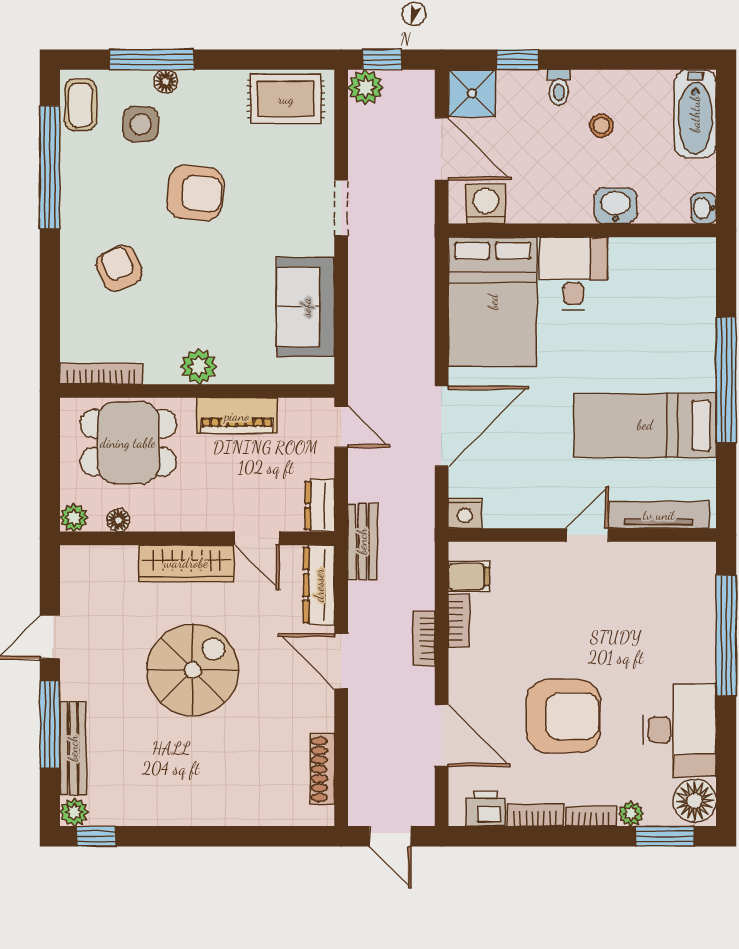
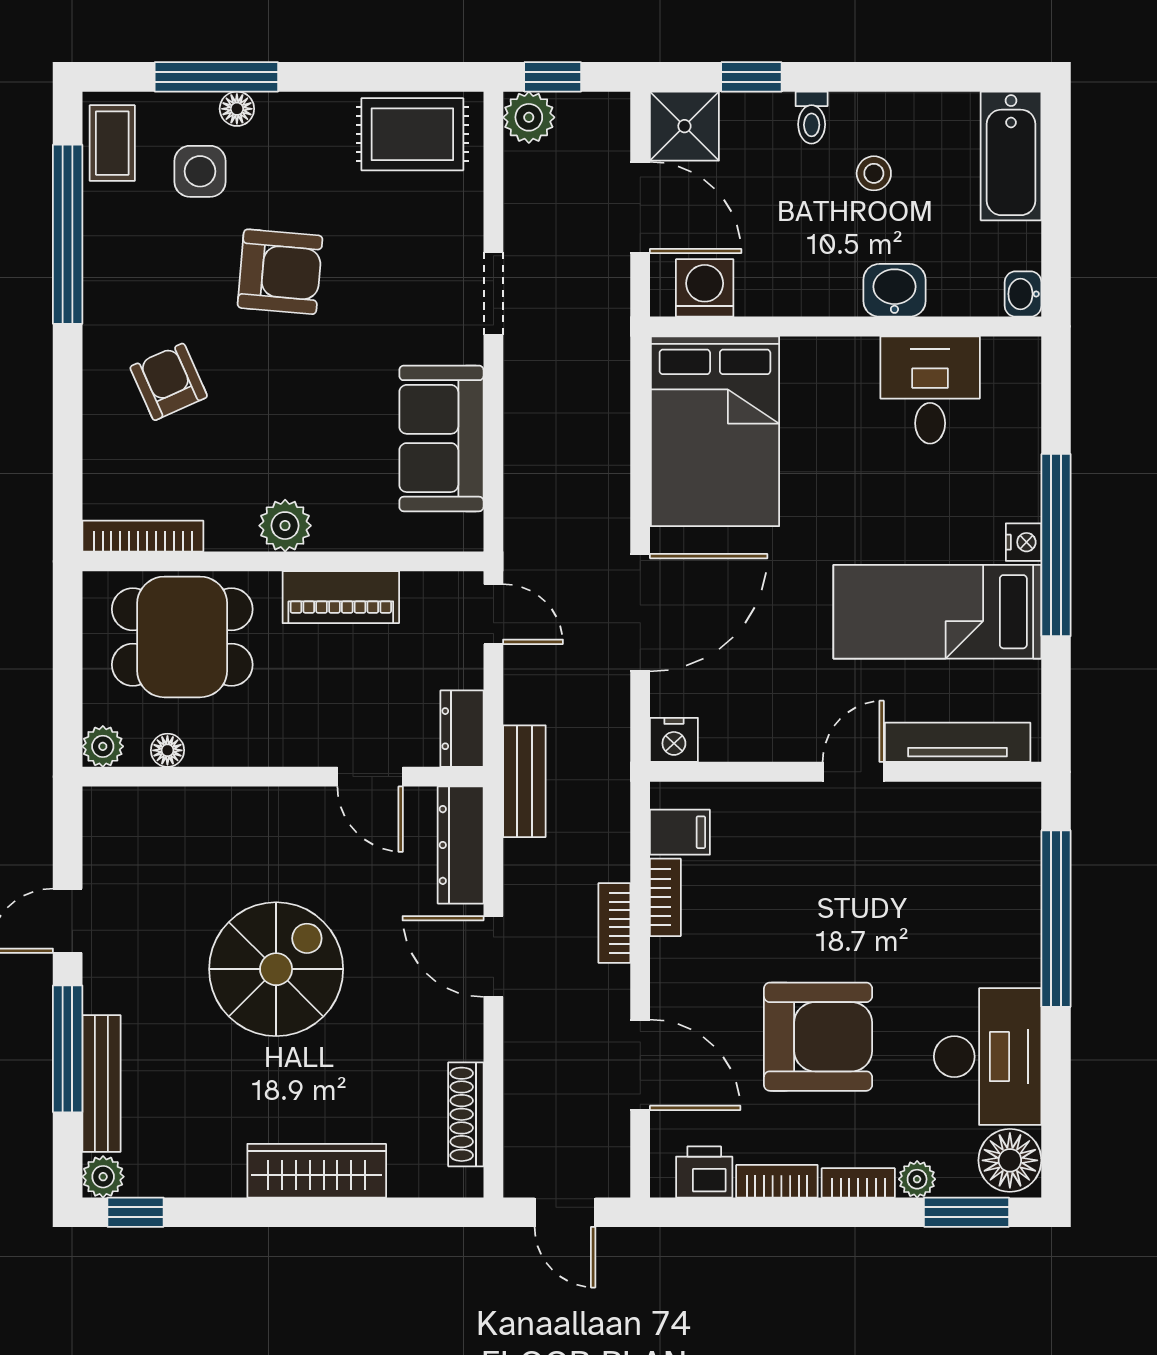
desk: (573, 274) -> (930, 390), moved
nightstand: (704, 378) -> (1024, 542), added
wardrobe: (186, 563) -> (317, 1171), moved, turned 180

